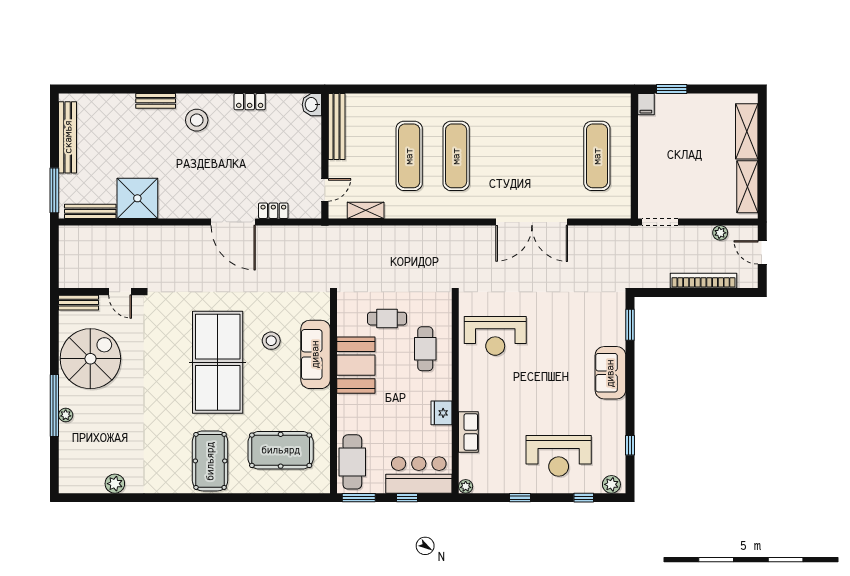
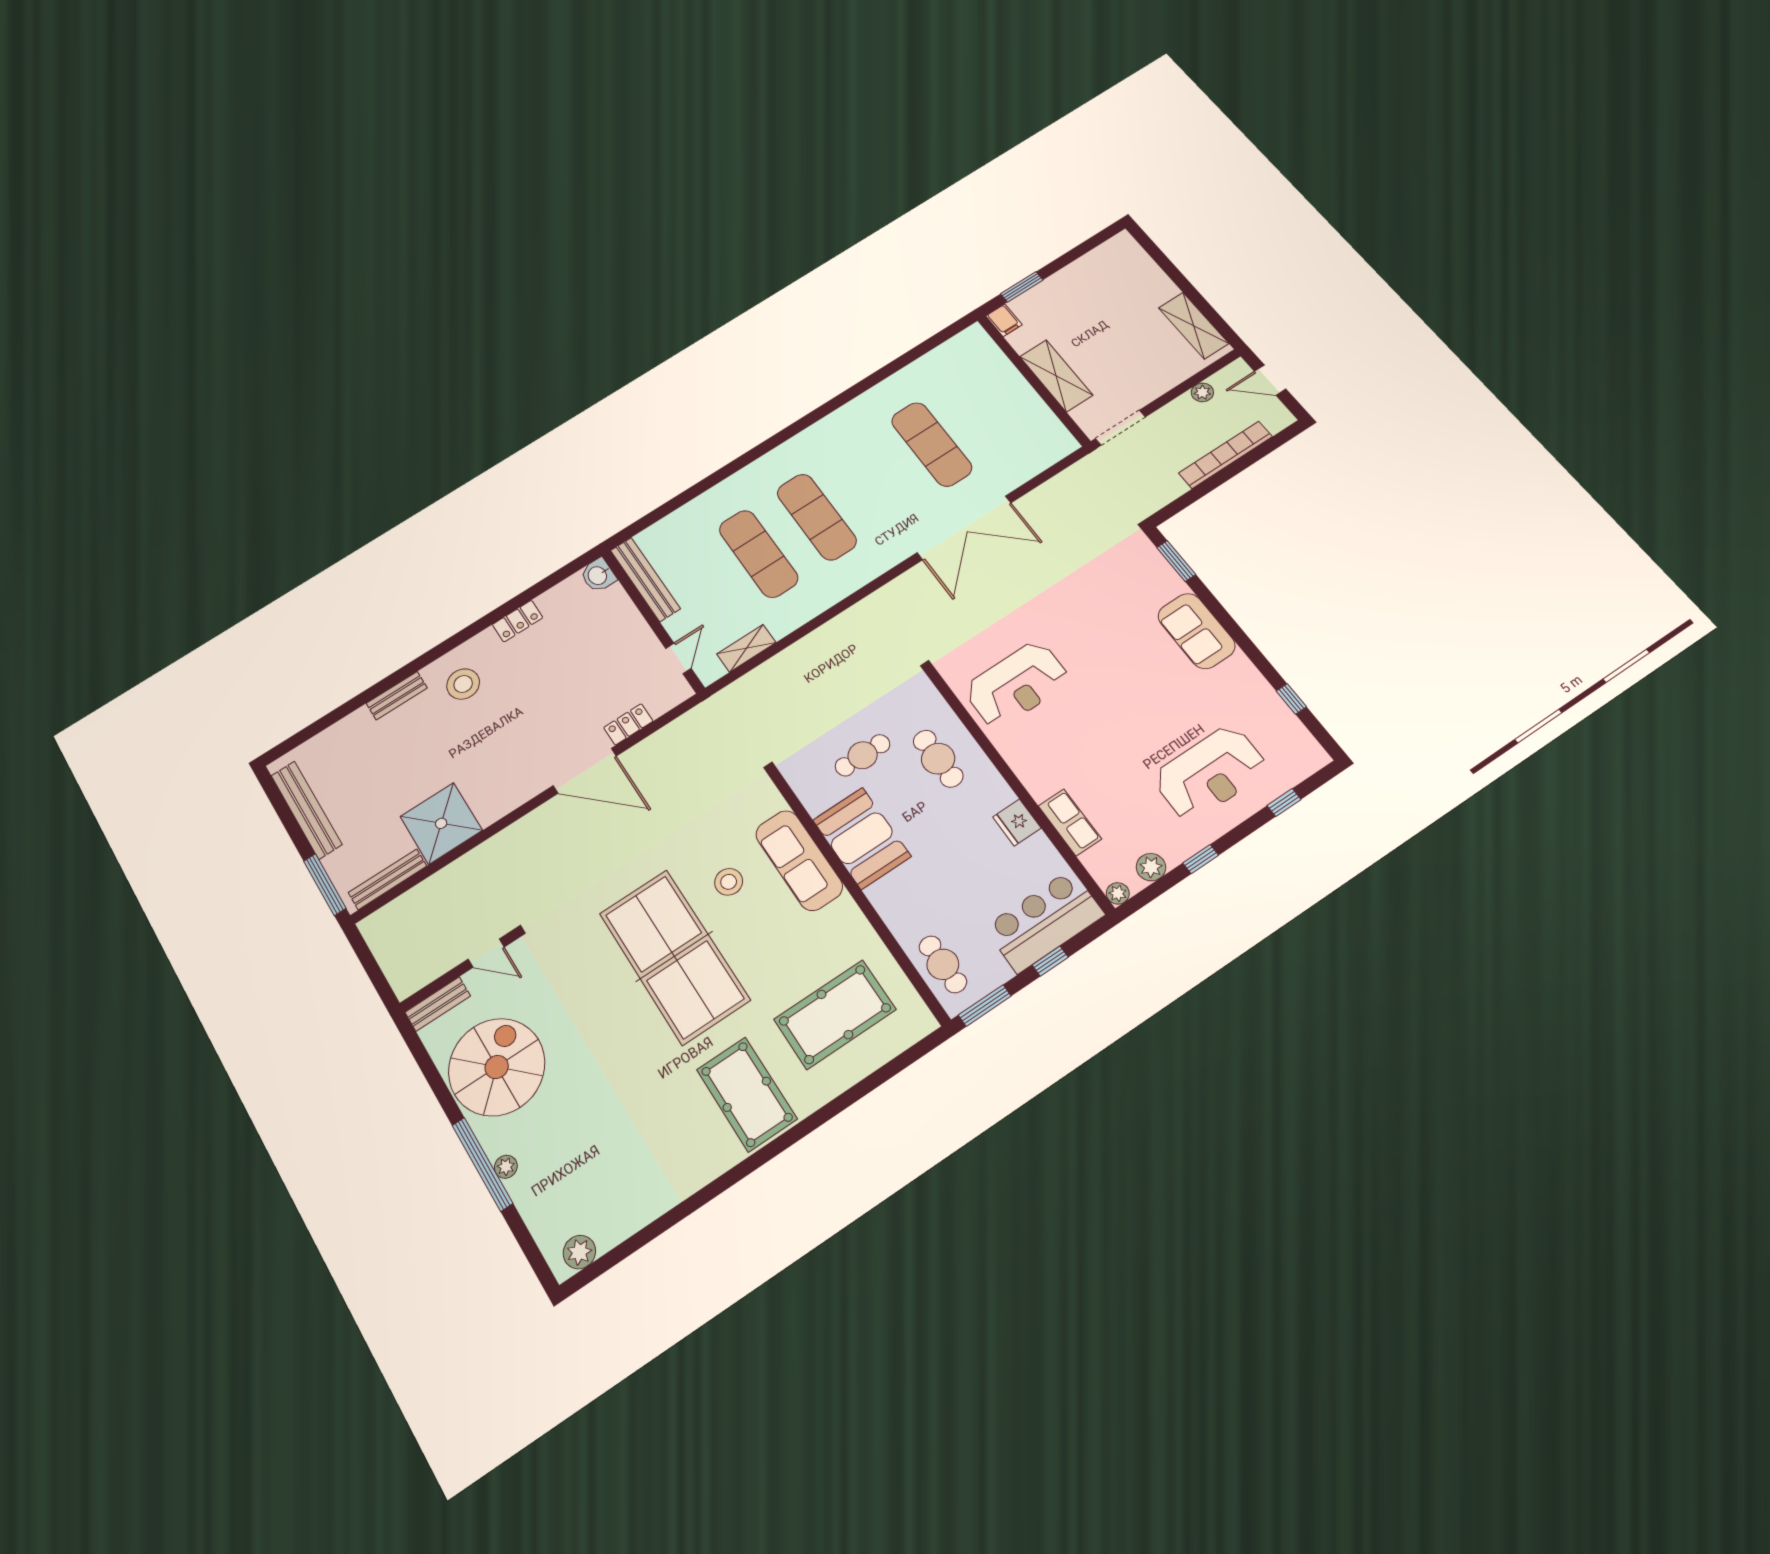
shelving: (747, 131) -> (1056, 376), moved
exercise mat: (597, 156) -> (932, 444), moved
cafe table: (352, 462) -> (943, 964), width x0.73, depth x0.74
plant: (115, 484) -> (579, 1252), moved
plant: (611, 484) -> (1151, 867), moved

